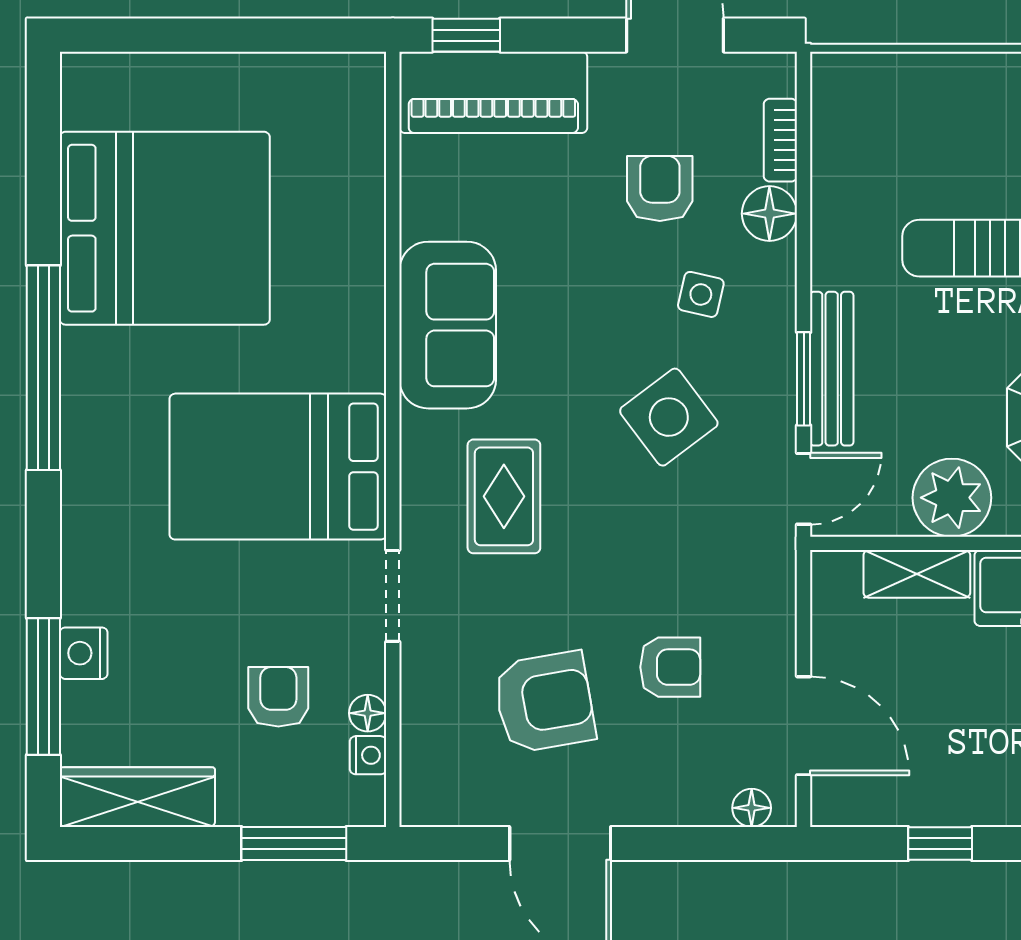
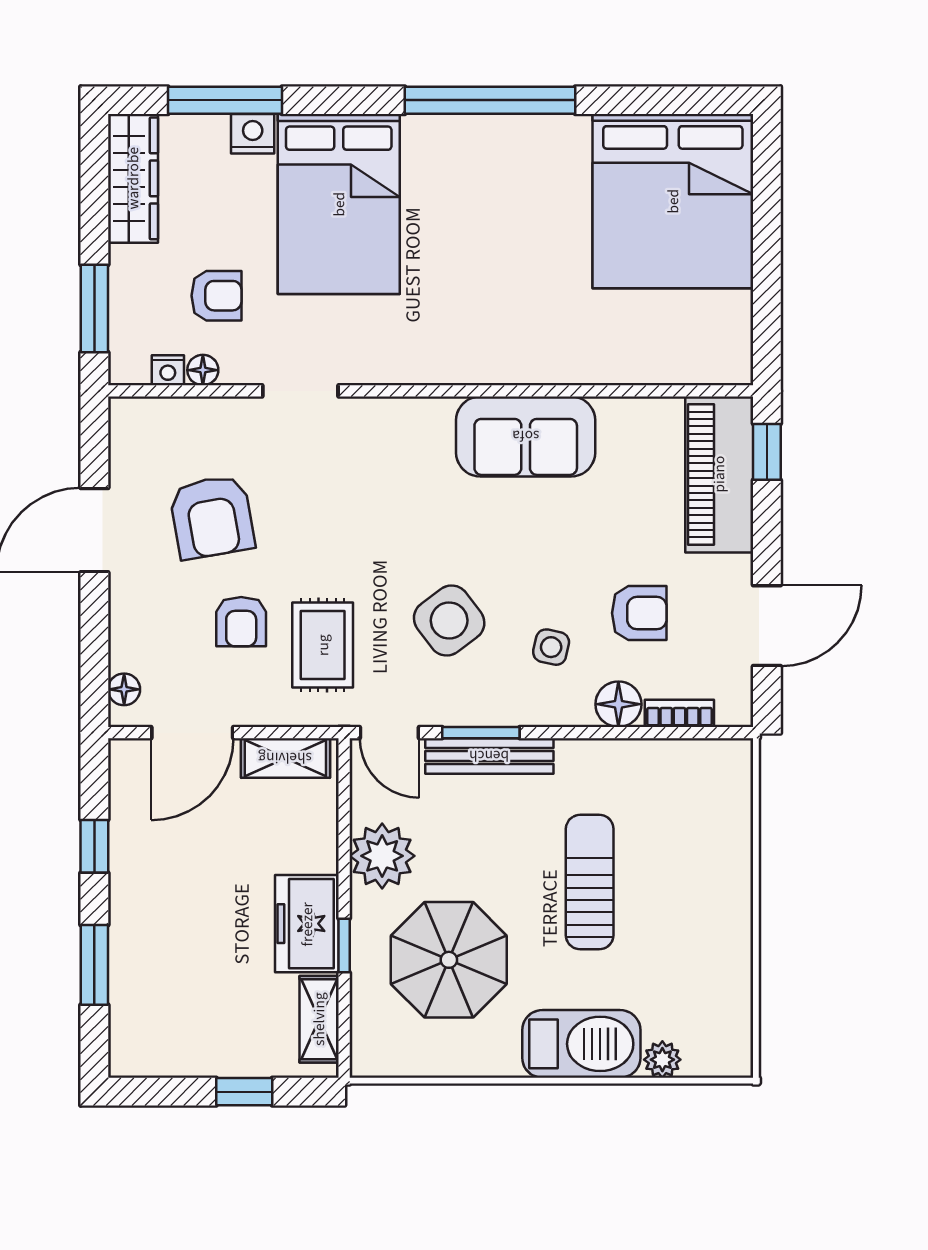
bed: (165, 228) -> (673, 201), moved
bed: (278, 467) -> (339, 204), moved, turned 180
rug: (504, 496) -> (323, 645), moved, turned 90
shelving: (917, 574) -> (285, 758), moved, turned 90

